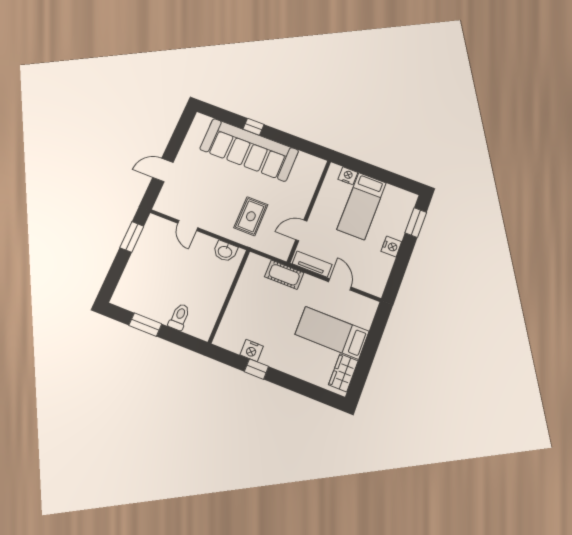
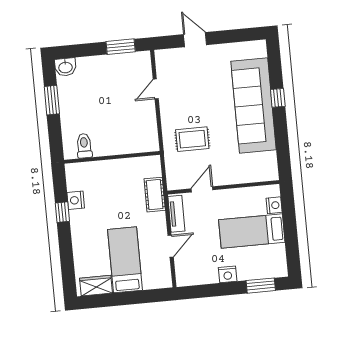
door: (301, 230) -> (202, 189), hinge flipped
washbasin: (225, 251) -> (65, 67), moved, turned -90
toilet: (179, 317) -> (84, 146), moved, turned -90

